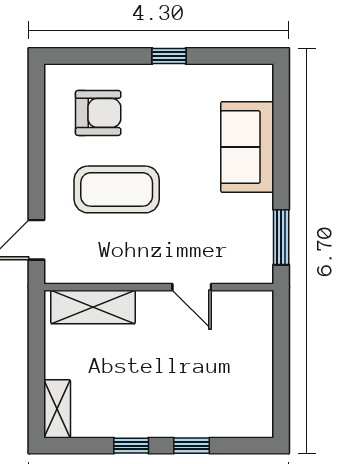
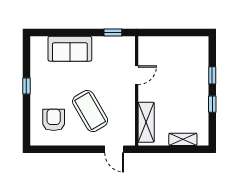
coffee table: (117, 189) -> (90, 111), turned -30
window: (281, 237) -> (113, 33), width x0.67
shelving: (57, 409) -> (183, 139), moved

